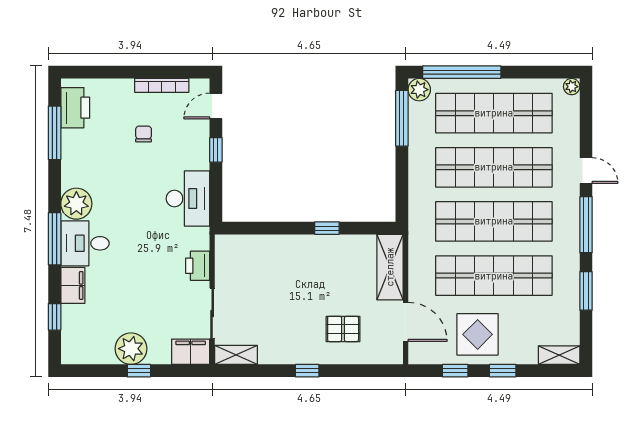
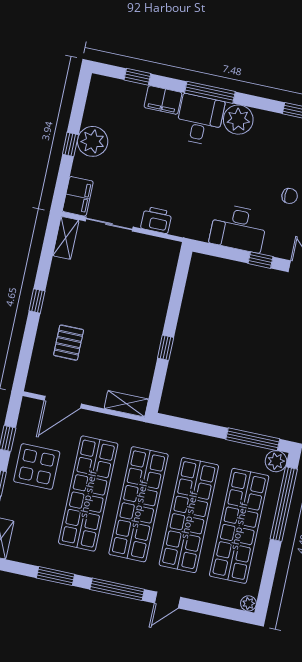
desk: (188, 199) -> (238, 228), moved
shelving: (390, 267) -> (126, 404), width x0.67, depth x0.75

